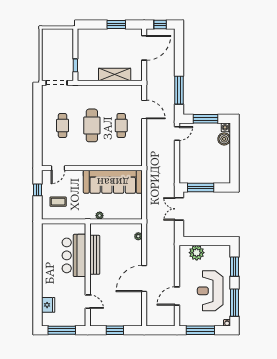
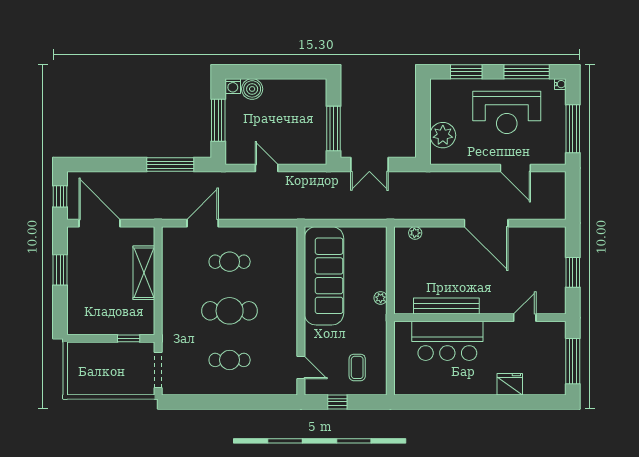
door: (177, 134) -> (267, 168), moved
fridge: (48, 305) -> (510, 384), moved

